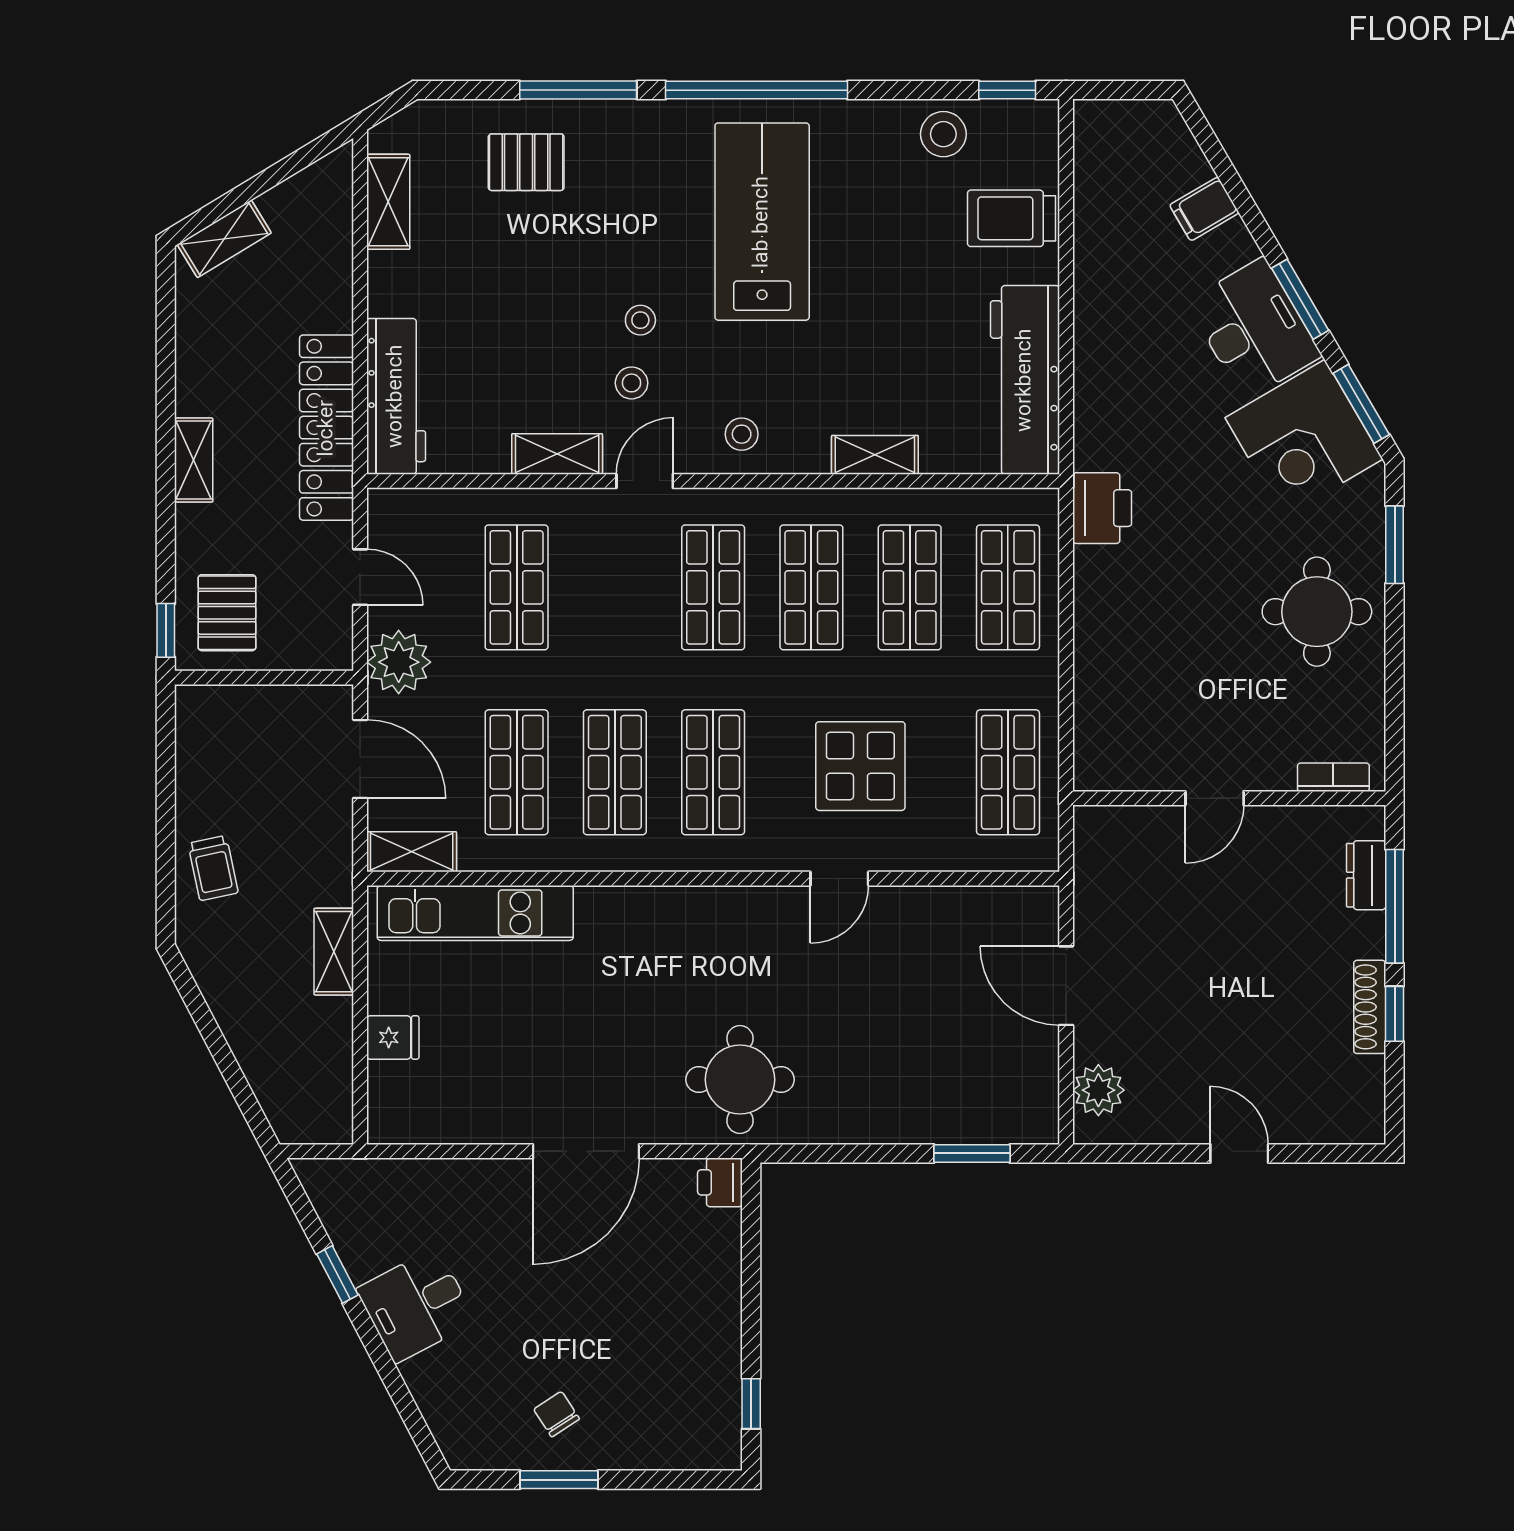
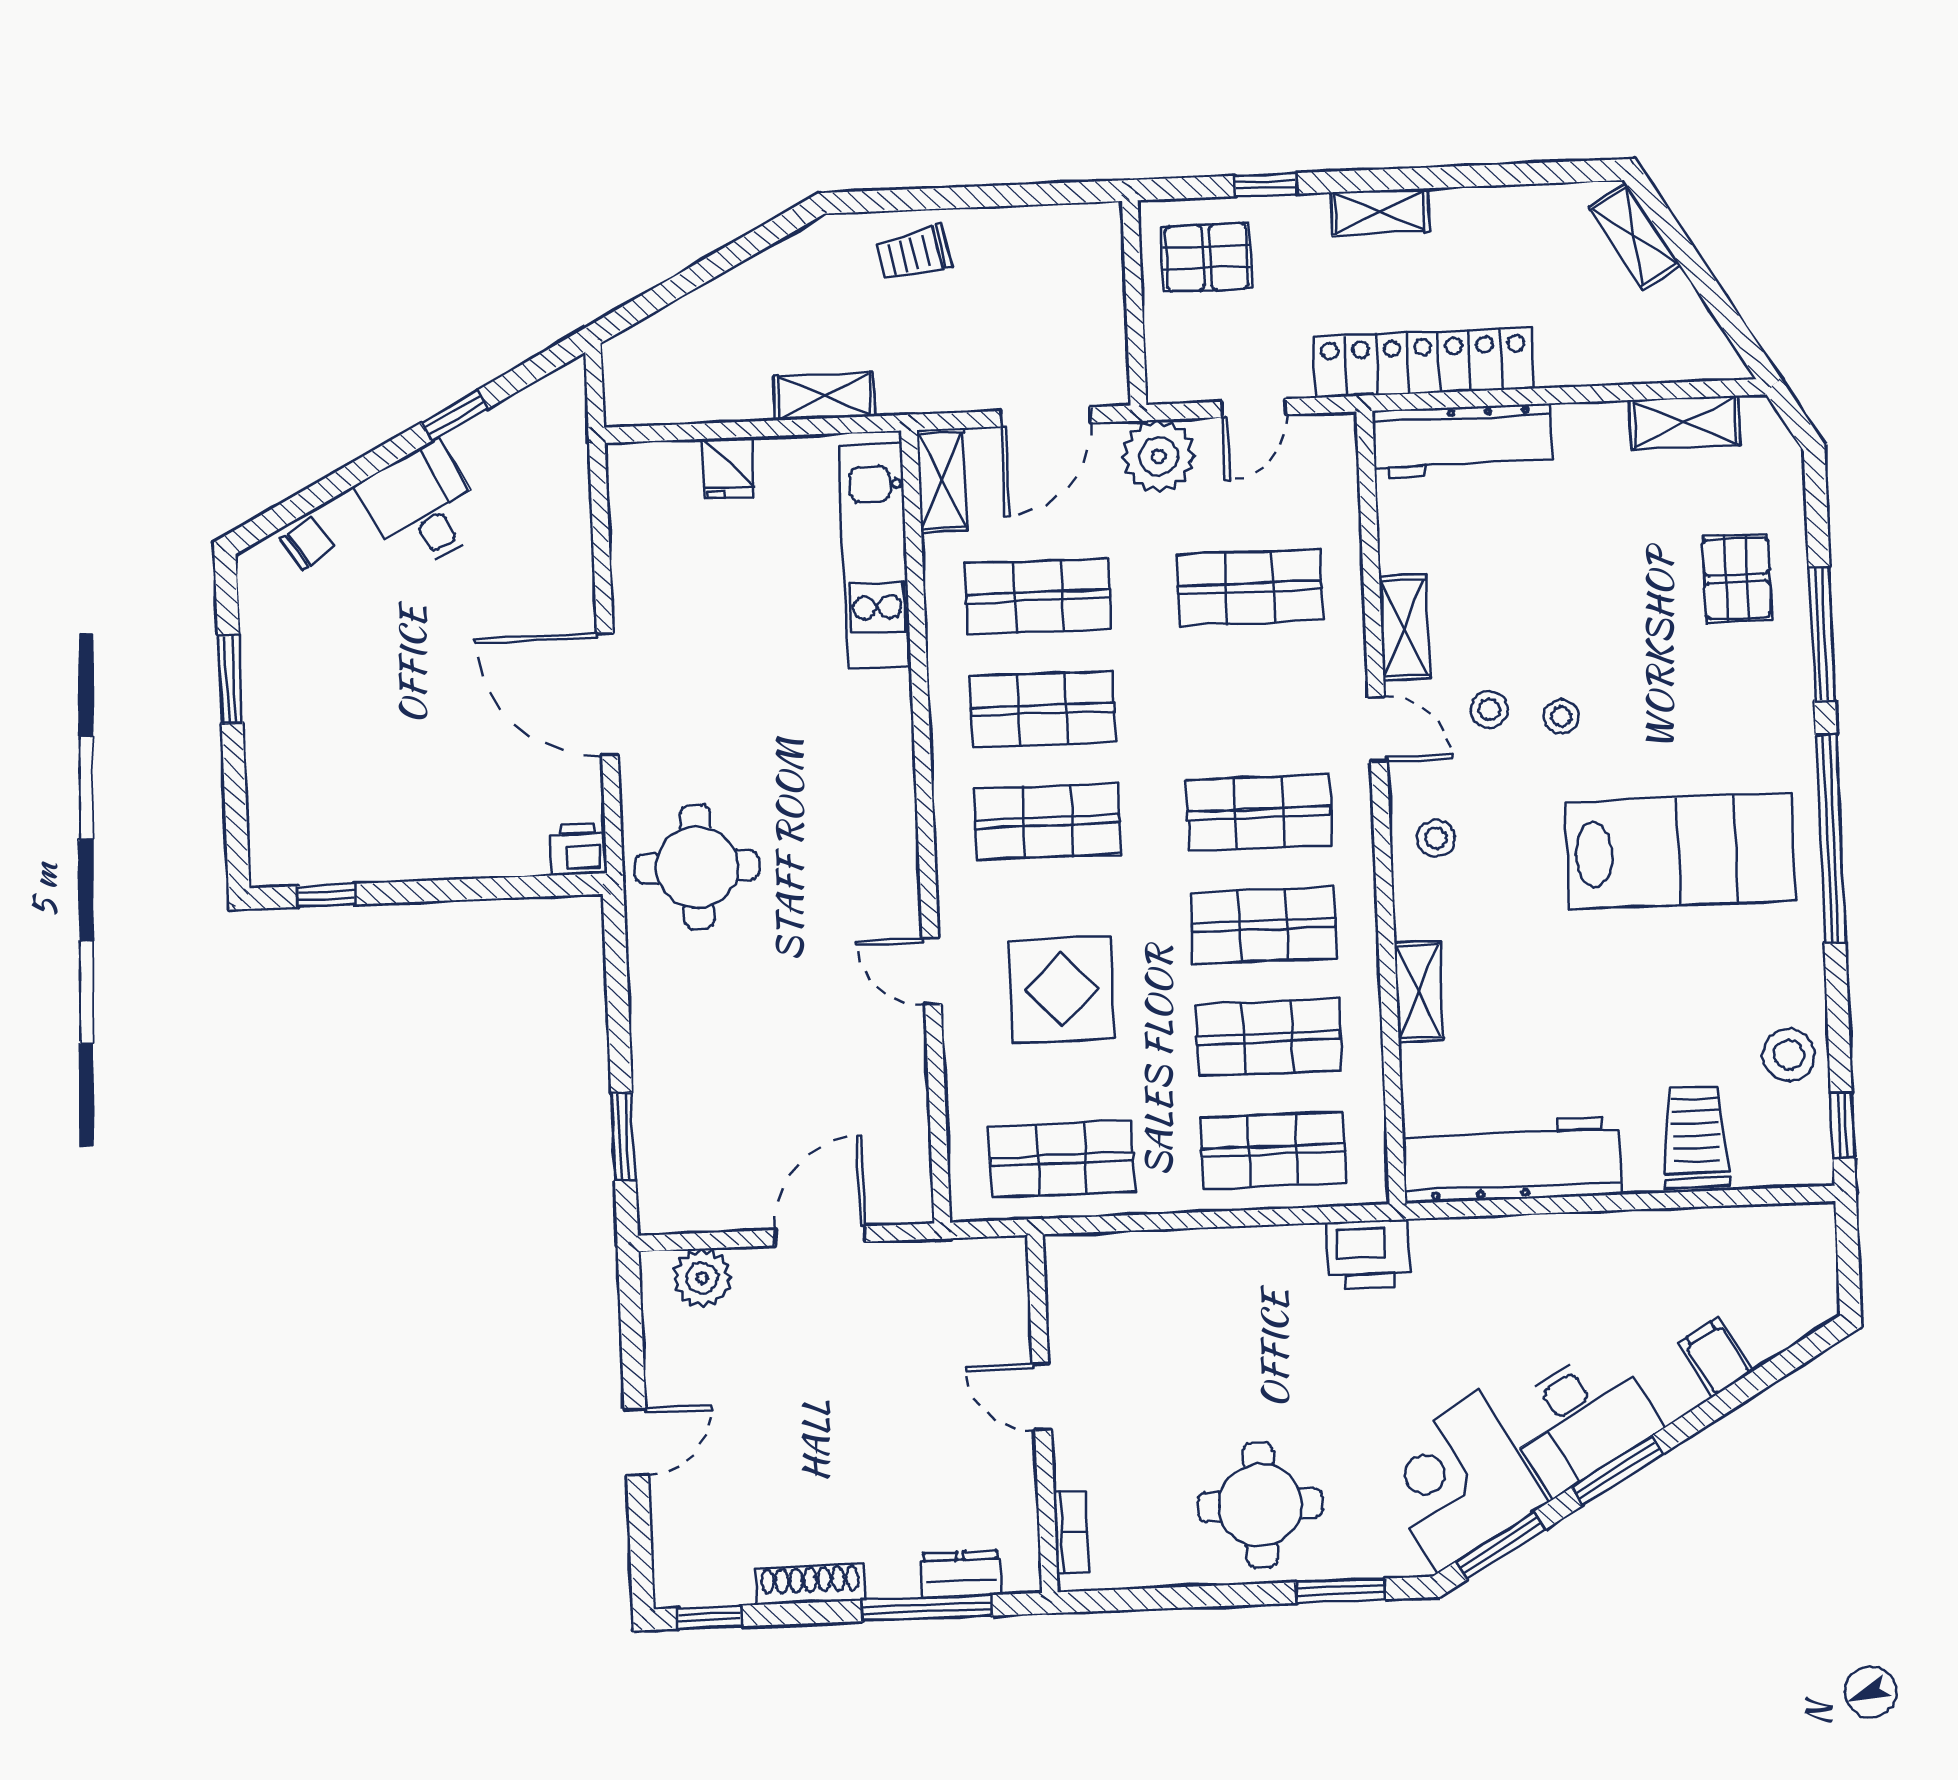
window: (166, 630) -> (1266, 185), moved
window: (1395, 1014) -> (709, 1617), moved
chair: (557, 1414) -> (307, 544), moved

